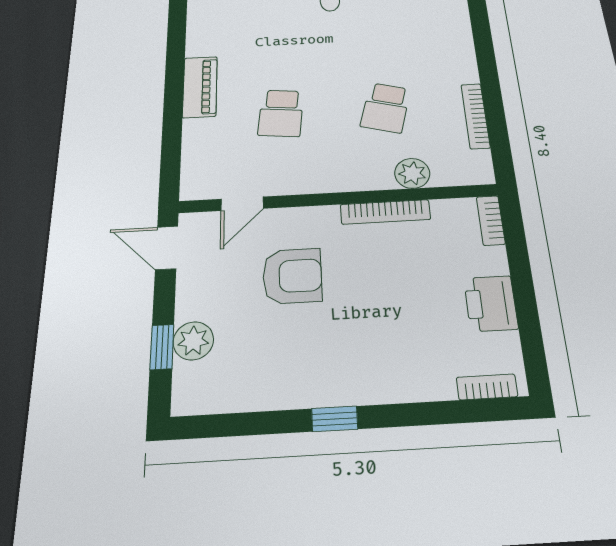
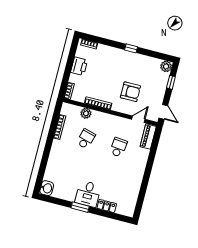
piano: (200, 87) -> (148, 137), moved
armchair: (292, 276) -> (130, 92), turned 180
plant: (193, 341) -> (166, 66), moved

